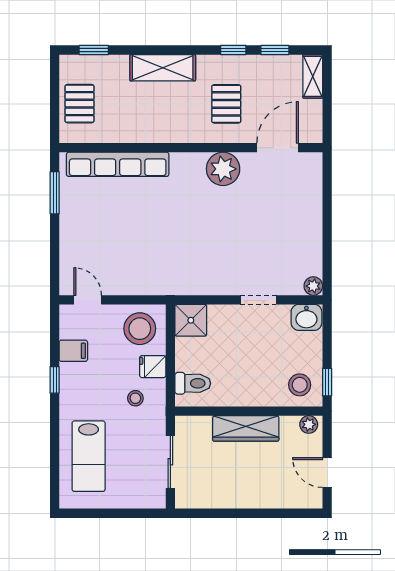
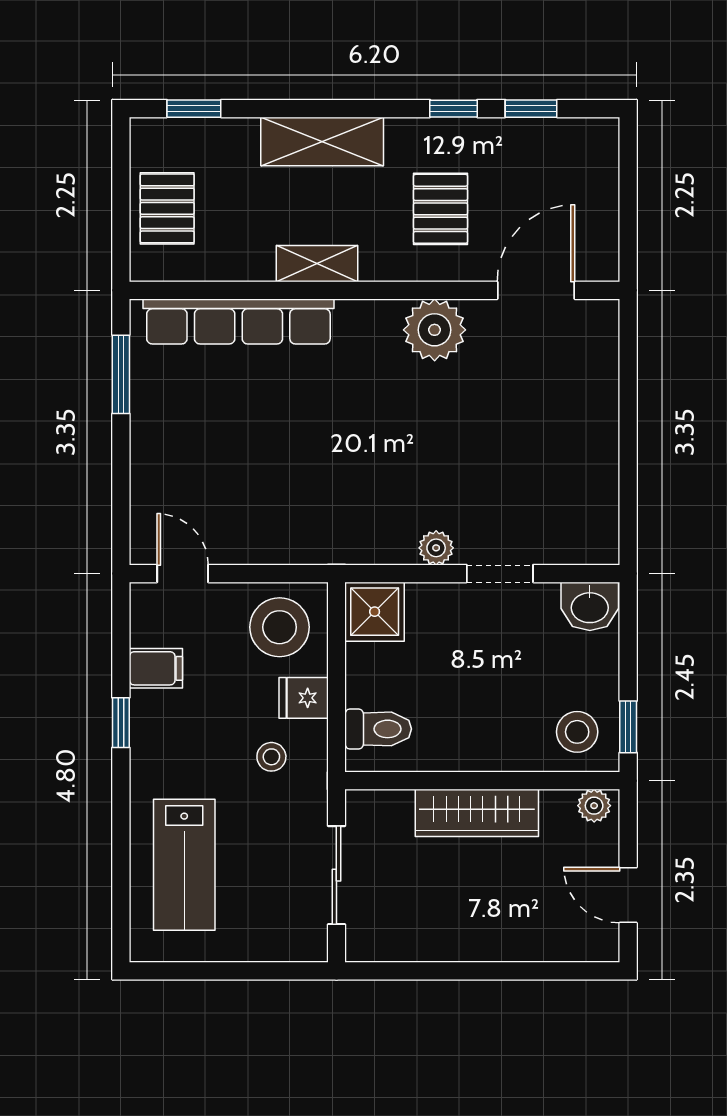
shelving: (313, 76) -> (317, 264), moved, turned 90
plant: (313, 286) -> (436, 548), moved

